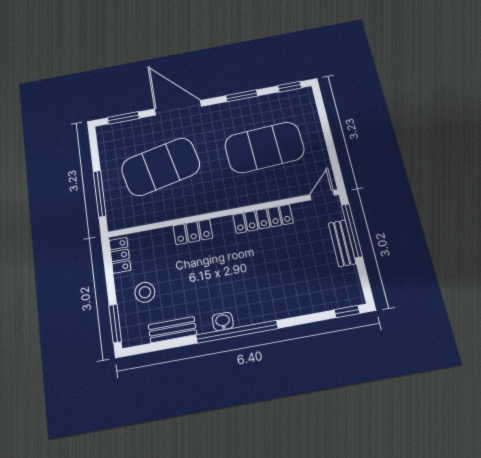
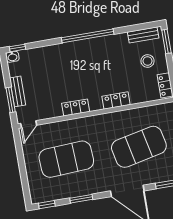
locker: (263, 219) -> (76, 107), width x0.66
window: (352, 230) -> (11, 100), width x0.69
washbasin: (223, 321) -> (12, 57), moved
bench: (172, 330) -> (143, 35), moved

